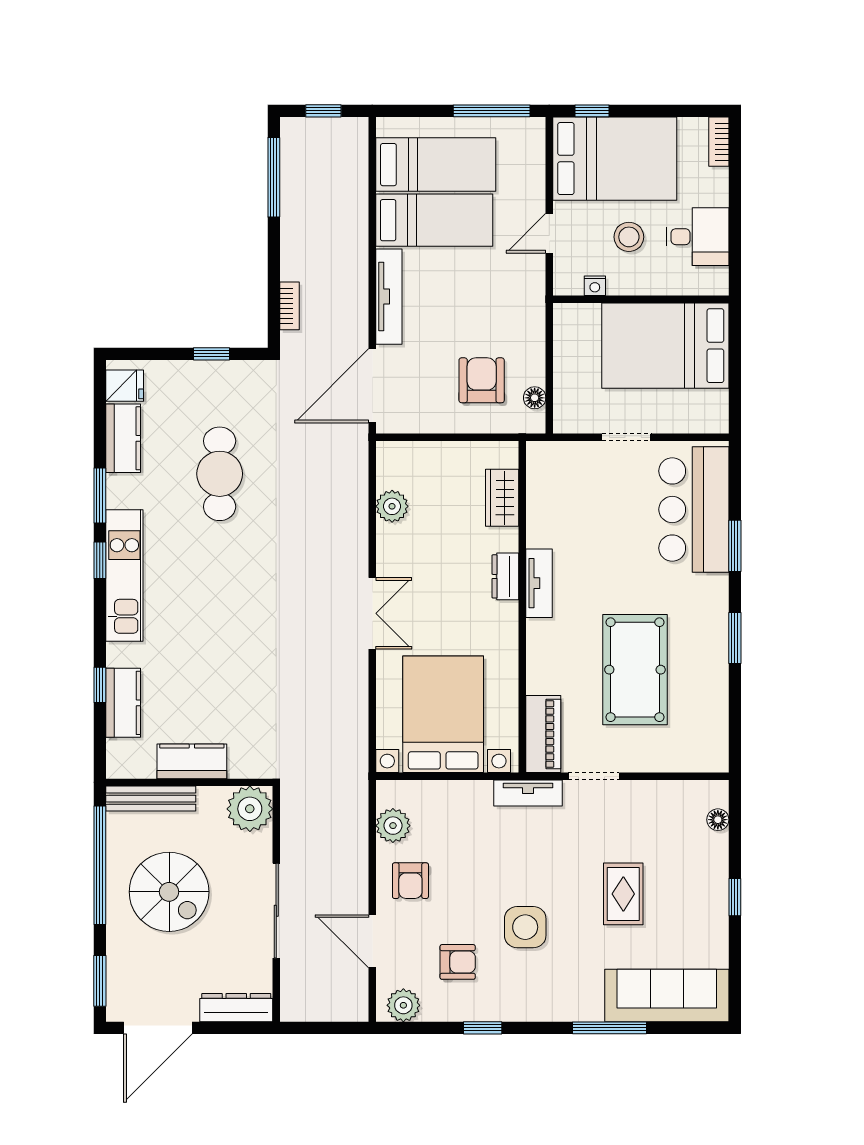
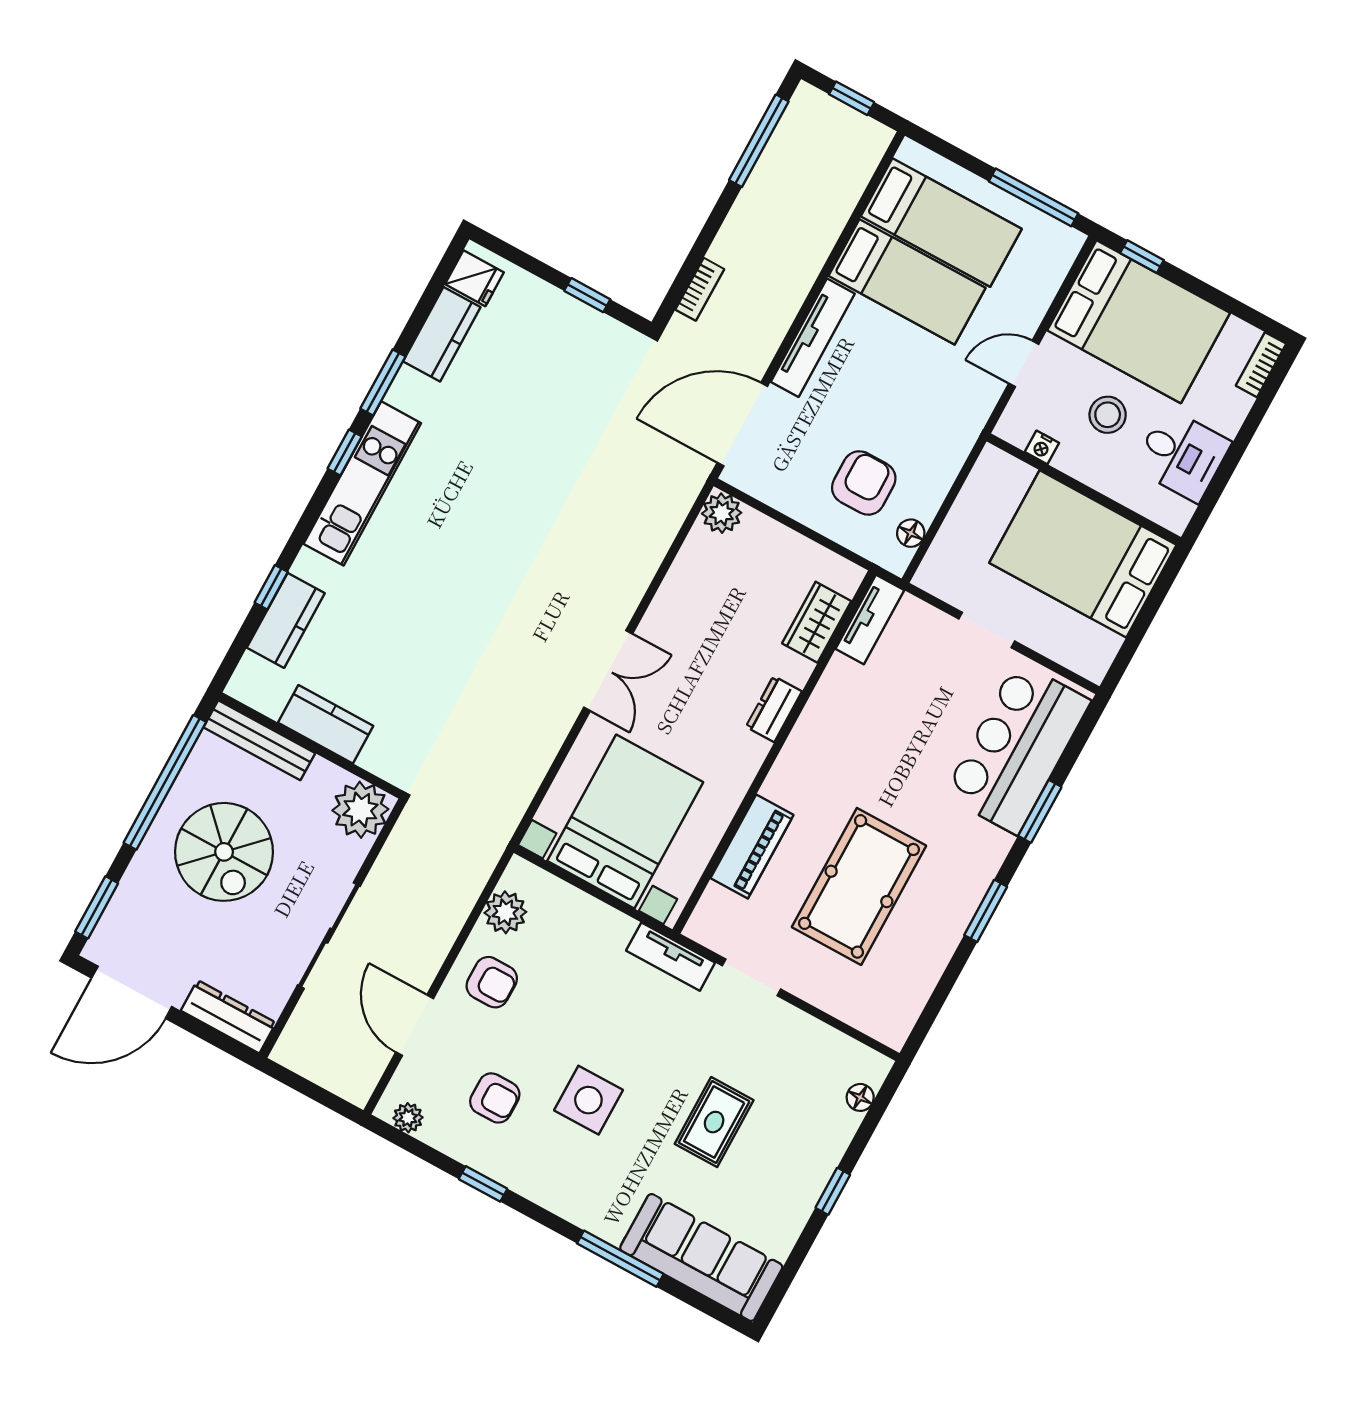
cafe table: (220, 474) -> (525, 430), removed
plant: (392, 506) -> (722, 513), moved
tv unit: (539, 583) -> (870, 620), moved
piano: (543, 734) -> (752, 847), moved
armchair: (410, 881) -> (492, 982), turned -90
plant: (403, 1005) -> (408, 1118), width x0.73, depth x0.73

